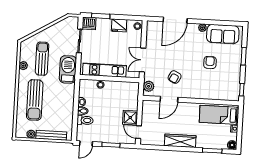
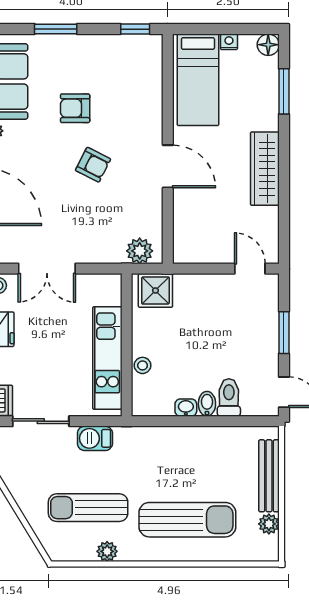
double door: (143, 60) -> (47, 269), moved
barbecue: (68, 69) -> (95, 438), width x0.53, depth x0.65
armchair: (175, 77) -> (93, 165), moved
door: (169, 99) -> (168, 166), moved
shower: (130, 118) -> (155, 290), moved
door: (139, 132) -> (250, 269), swing flipped

